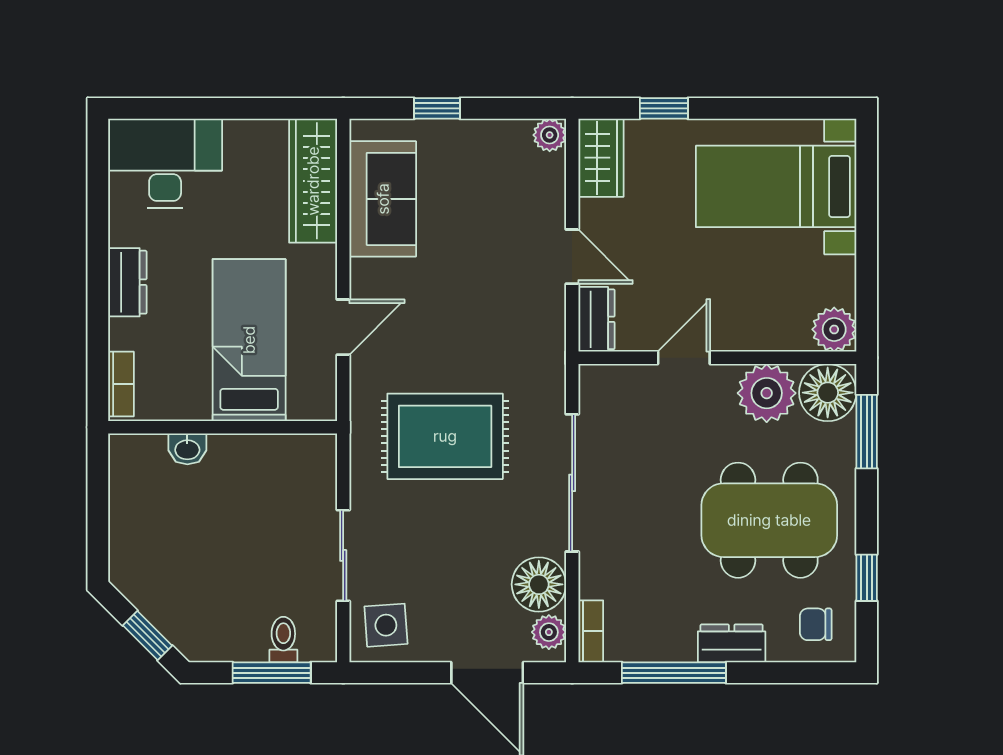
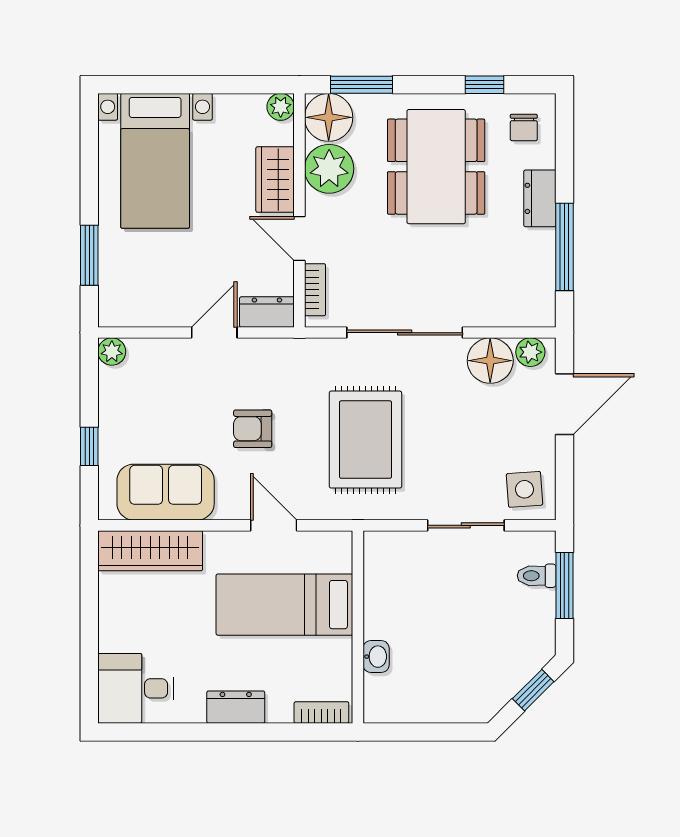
window: (664, 108) -> (89, 255), width x1.50
wardrobe: (601, 158) -> (275, 180), moved, turned -90
desk: (165, 163) -> (136, 688), width x0.73
armchair: (458, 302) -> (253, 429), added
plant: (834, 329) -> (281, 107), width x0.73, depth x0.73
bookcase: (591, 631) -> (315, 290), moved, turned 90

